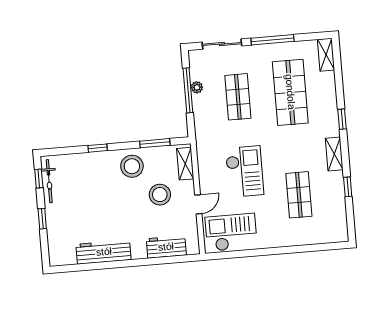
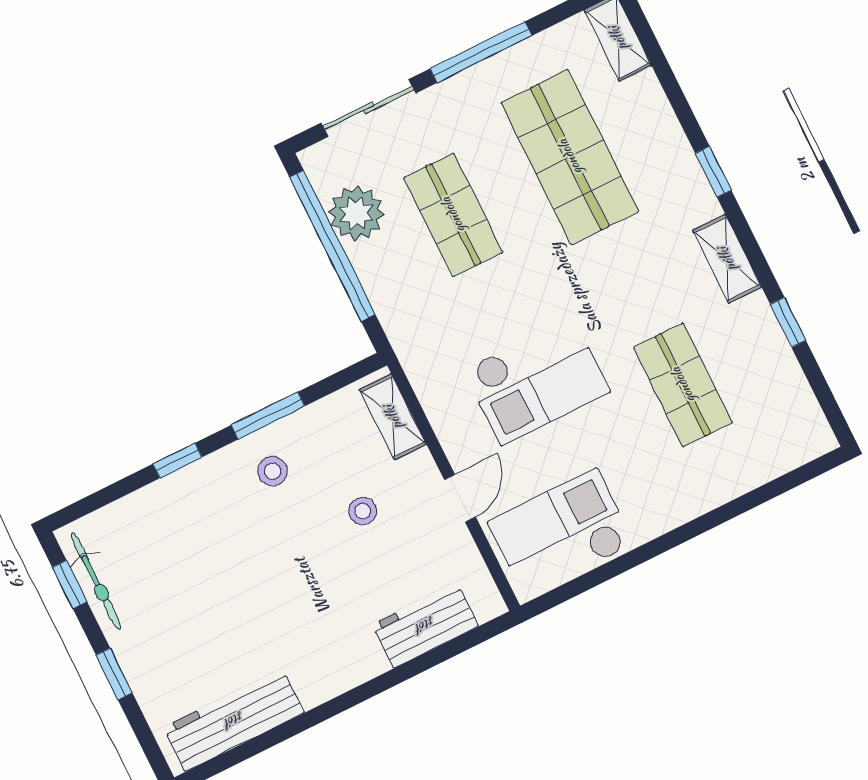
plant: (197, 87) -> (356, 213), width x1.87, depth x1.87
window: (188, 90) -> (332, 246), width x1.46
window: (155, 143) -> (268, 416), moved
stool: (132, 166) -> (273, 471), width x0.53, depth x0.53
checkout: (244, 171) -> (536, 381), turned 90
stool: (160, 195) -> (363, 511), width x0.53, depth x0.53
workbench: (104, 252) -> (234, 720), moved

